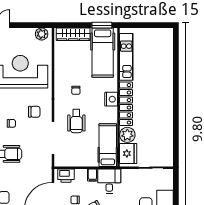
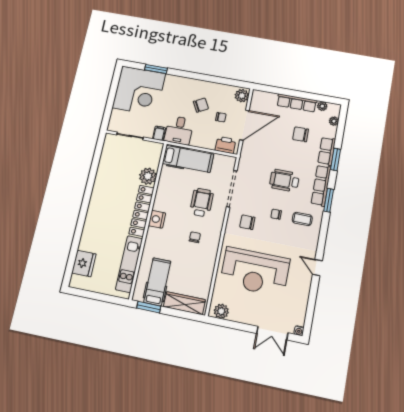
hospital bed: (103, 53) -> (157, 282), width x0.73, depth x0.78
hospital bed: (108, 145) -> (188, 159), moved, turned -90
fridge: (128, 153) -> (84, 263), moved, turned 180
filing cabinet: (92, 175) -> (159, 133), moved

